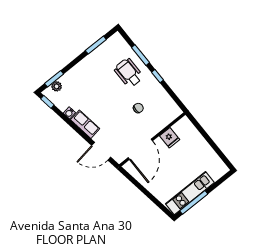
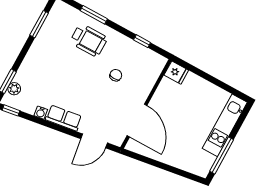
wheelchair: (129, 73) -> (89, 40), turned 180
window: (158, 76) -> (142, 41), moved
fridge: (170, 138) -> (176, 73), moved
kitchen unit: (190, 193) -> (225, 125), moved

